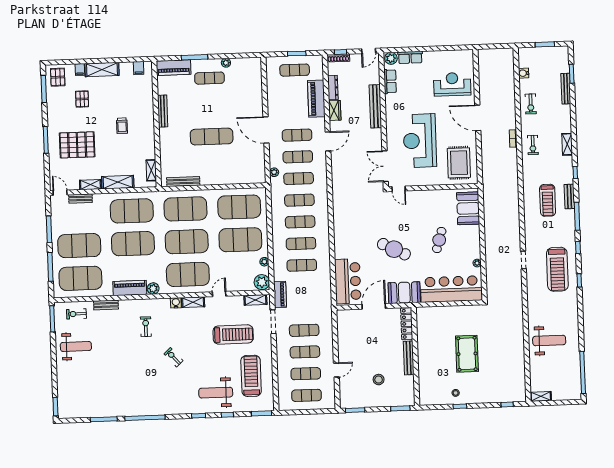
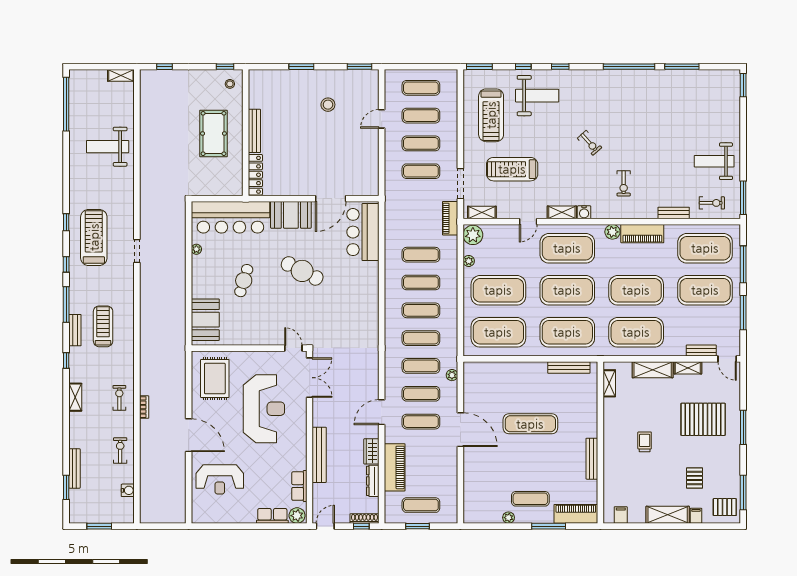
pallet: (58, 77) -> (725, 507), turned 90
locker: (407, 324) -> (255, 175), moved
wall: (415, 356) -> (246, 133), moved
bench: (409, 358) -> (254, 131), moved

